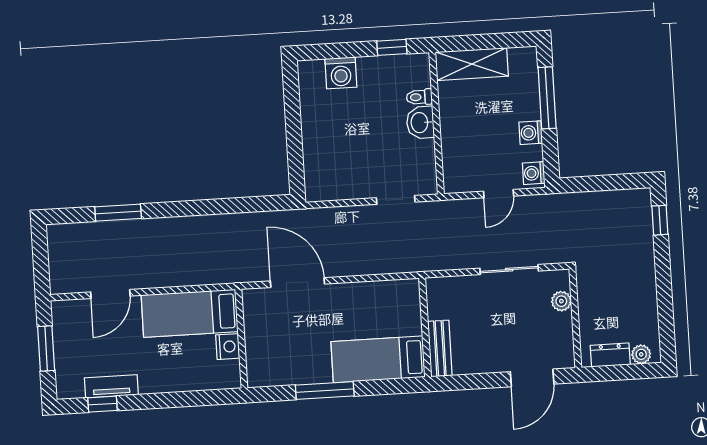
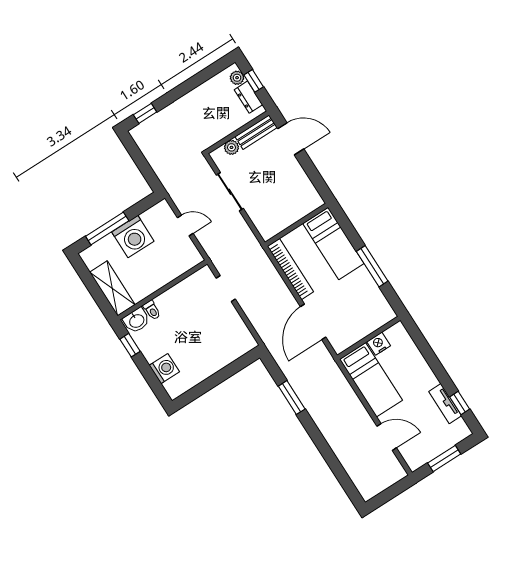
washbasin: (420, 123) -> (136, 321), moved
washing machine: (531, 133) -> (133, 237), width x1.89, depth x1.89
washing machine: (534, 173) -> (160, 210), removed
window: (118, 213) -> (292, 398), moved
bookcase: (376, 291) -> (290, 269), added
bench: (440, 348) -> (256, 132), moved
window: (626, 372) -> (254, 81), added

